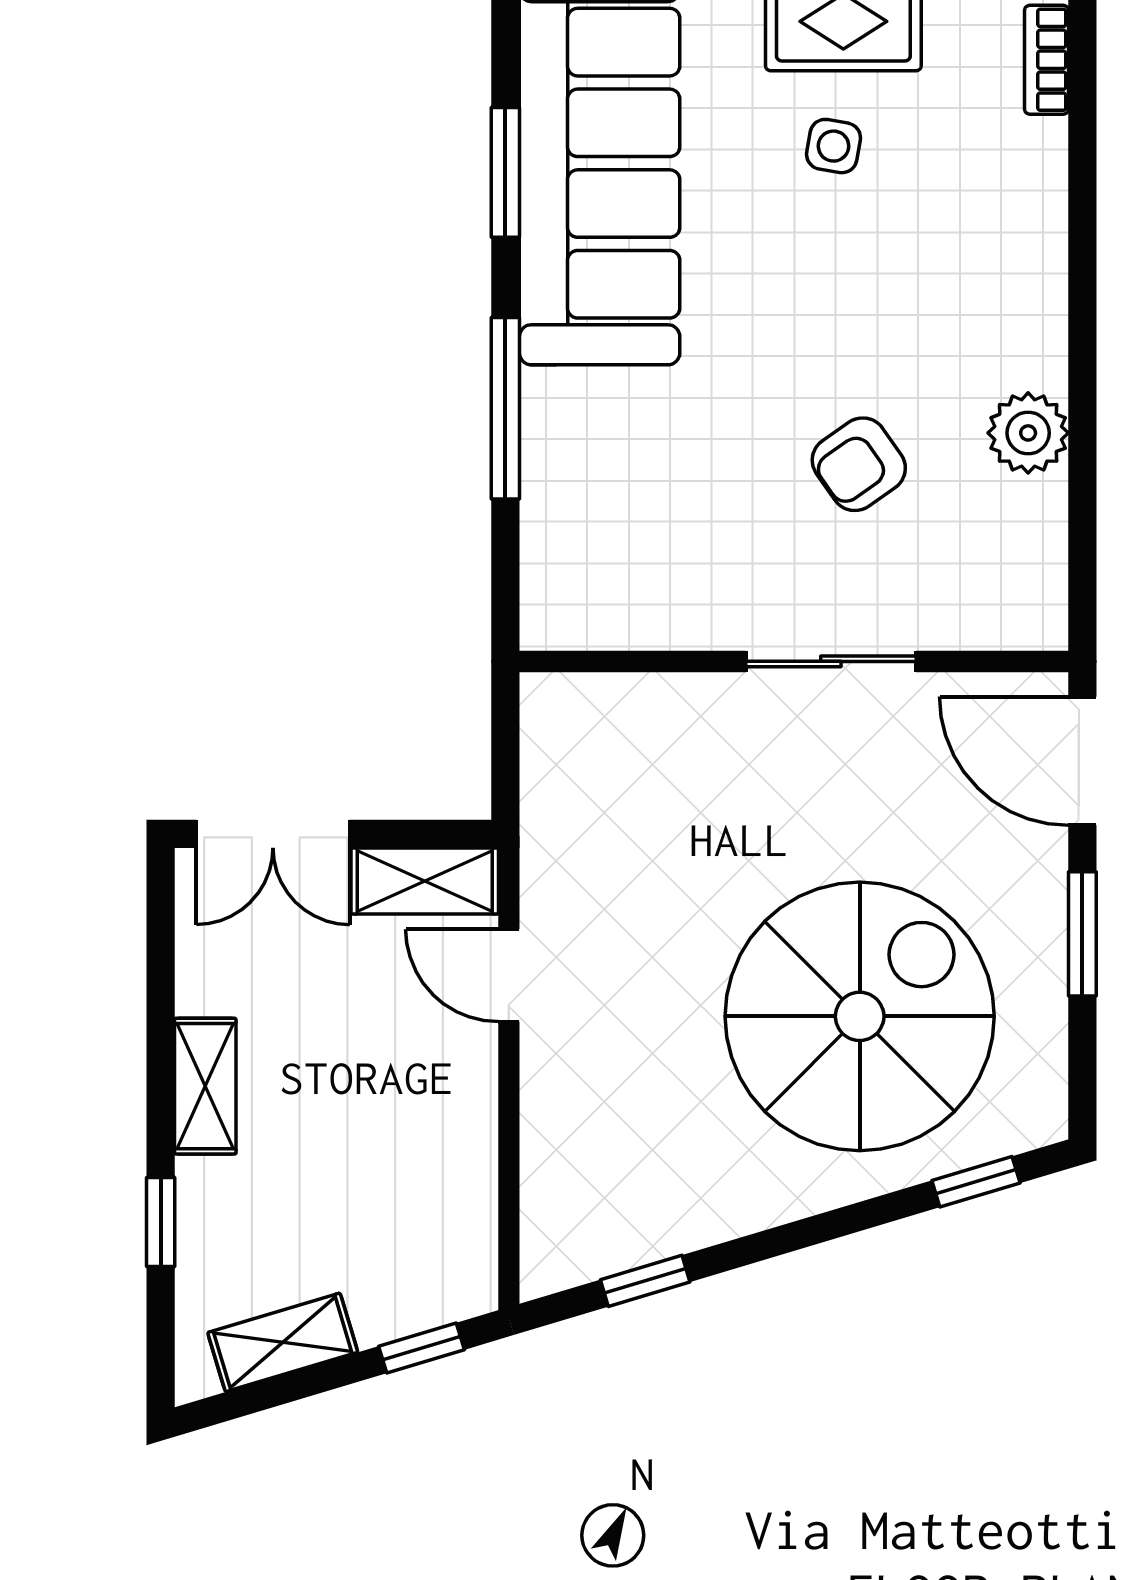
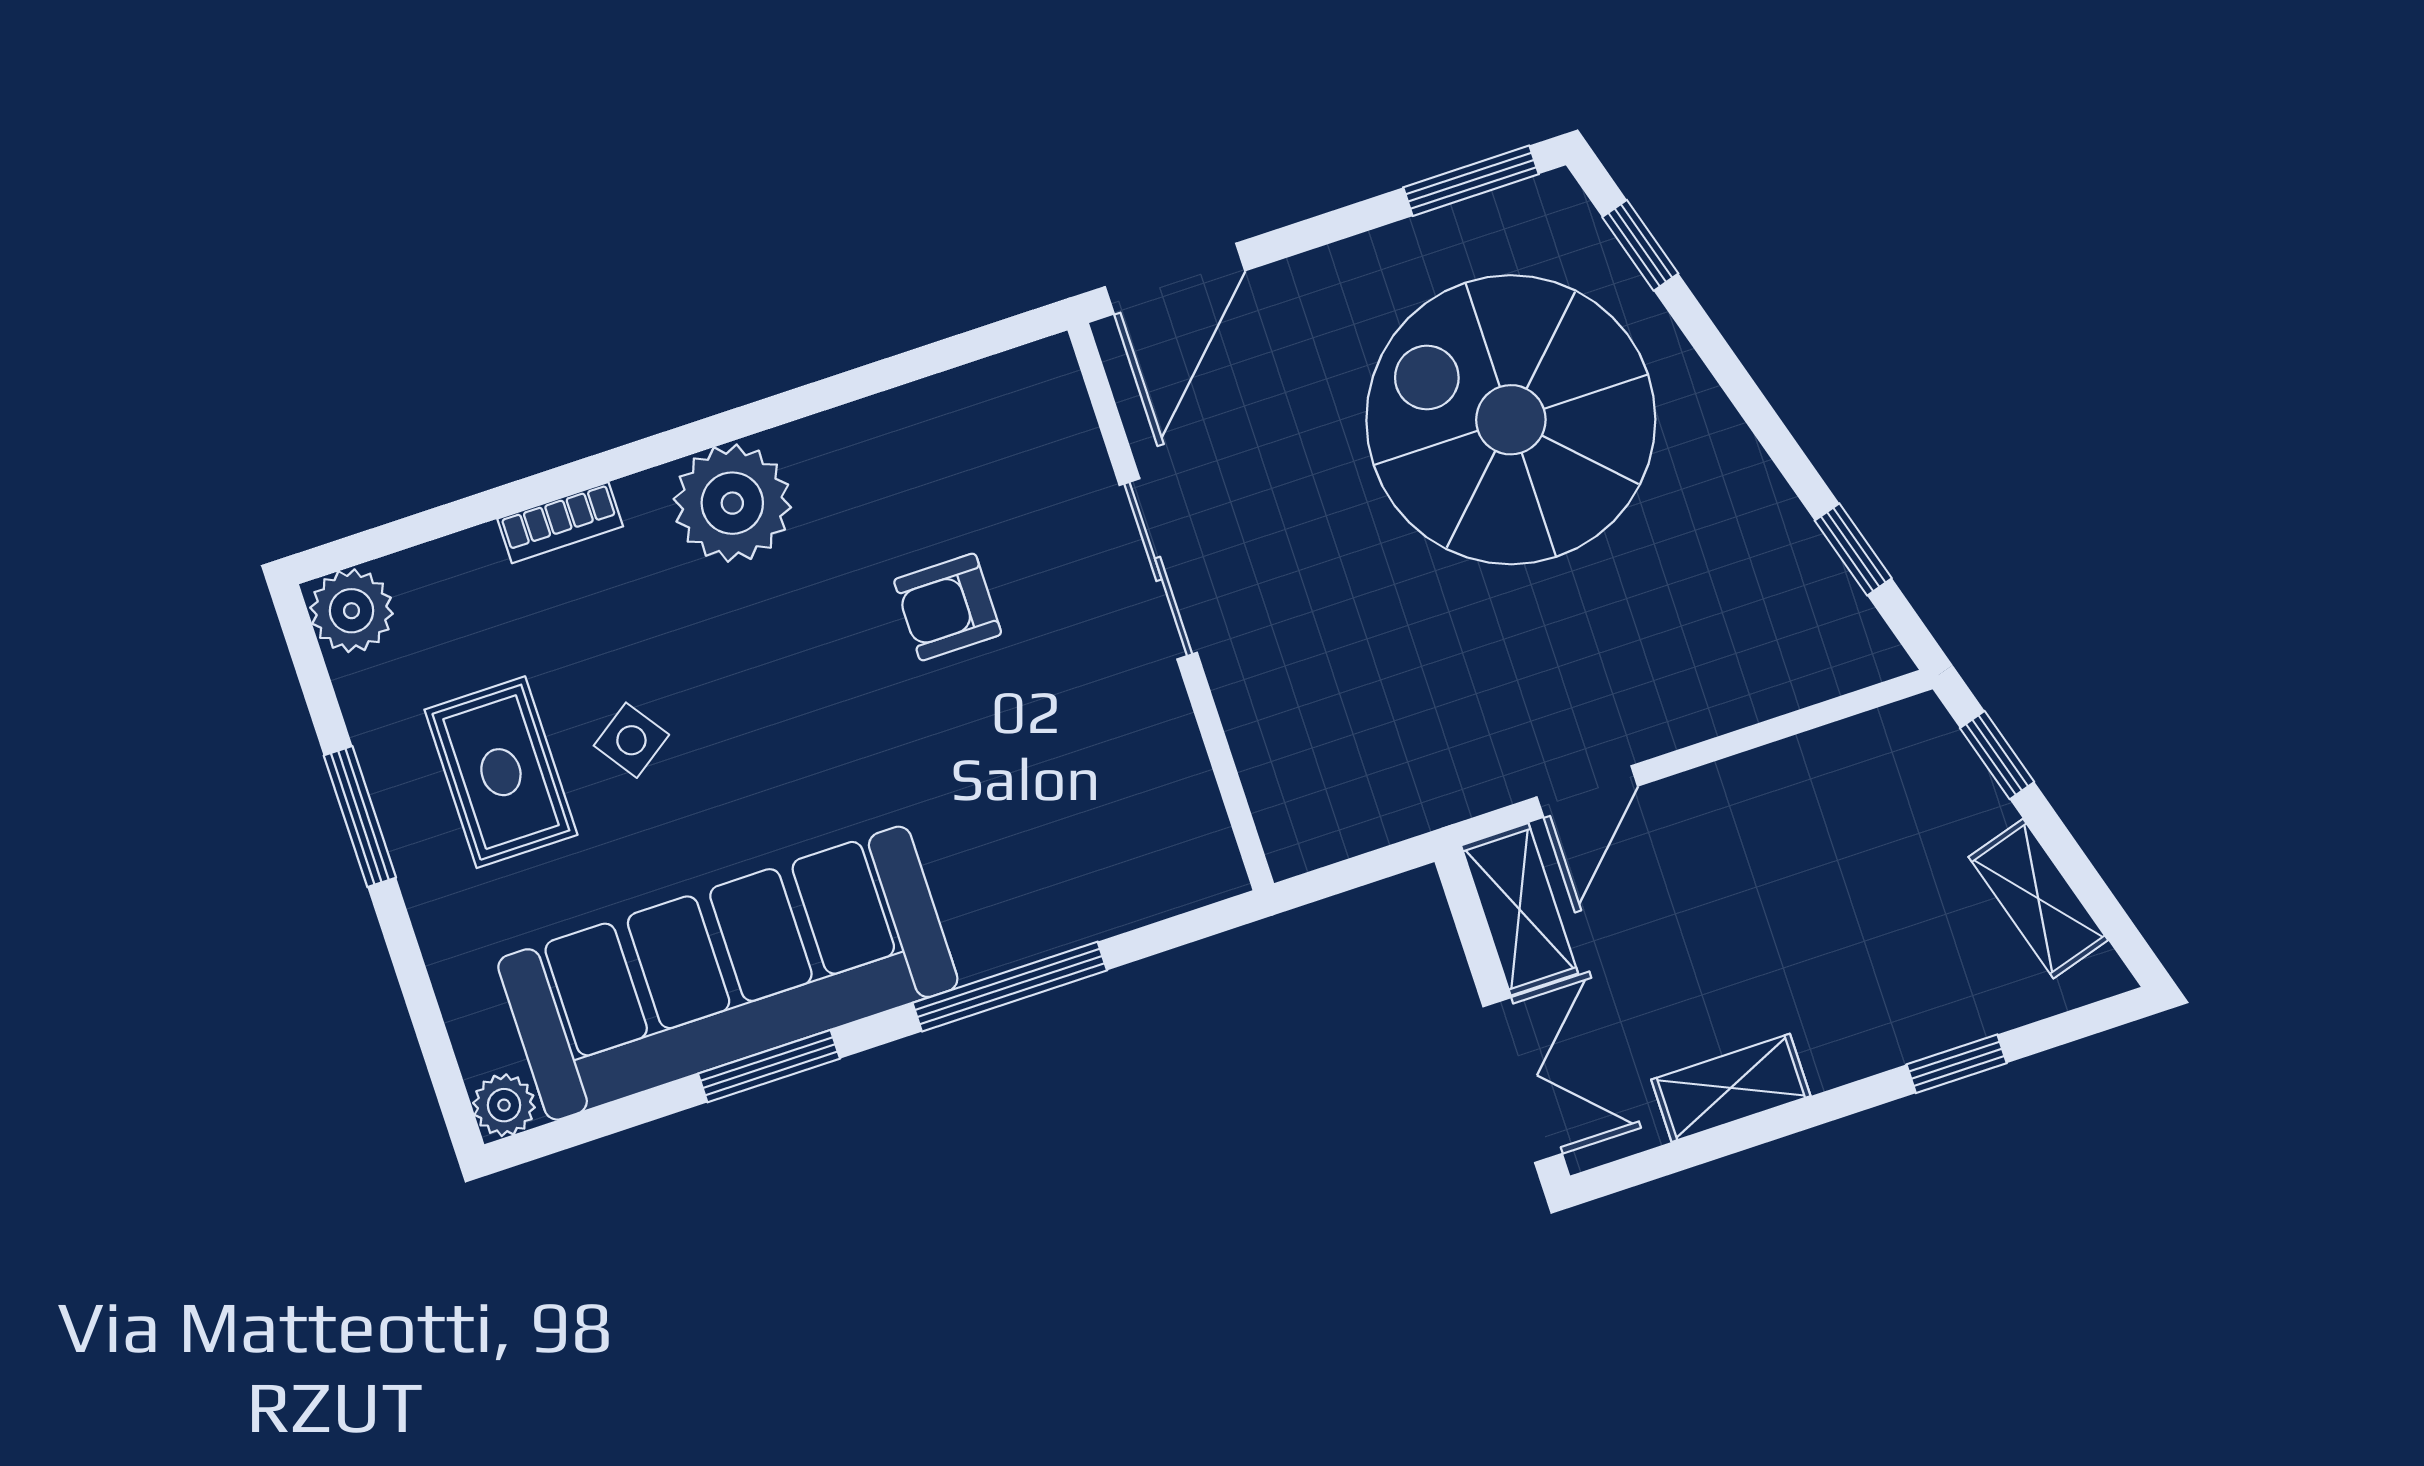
bookcase: (1047, 60) -> (560, 523), moved
side table: (834, 146) -> (631, 740), turned 45
plant: (1028, 433) -> (732, 503), moved, width x1.36, depth x1.36
armchair: (859, 464) -> (948, 607), turned 125
window: (1082, 934) -> (1471, 181), moved
shelving: (205, 1086) -> (1731, 1088), moved

